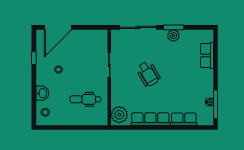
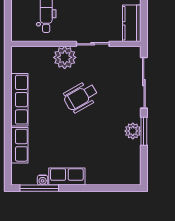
kitchen counter: (94, 36) -> (132, 23), added
row of seats: (207, 55) -> (67, 177), moved
plant: (119, 115) -> (65, 57), moved

